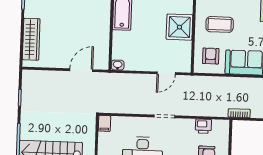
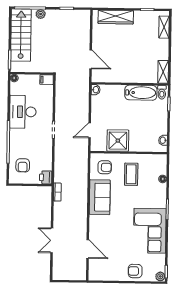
shower: (179, 27) -> (118, 141), moved
door: (166, 73) -> (90, 130), hinge flipped
printer: (203, 126) -> (46, 177), moved
plant: (26, 129) -> (41, 14), added

